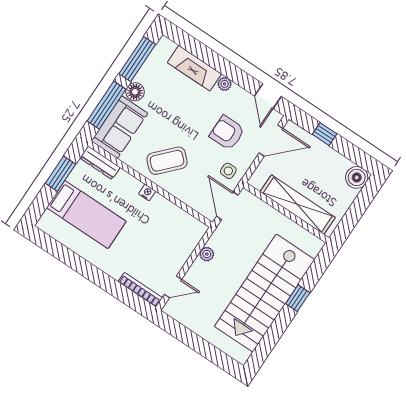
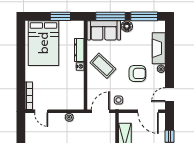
armchair: (227, 133) -> (137, 73), moved, turned 90
dresser: (100, 163) -> (79, 50), moved
bed: (86, 214) -> (43, 43), width x1.50

